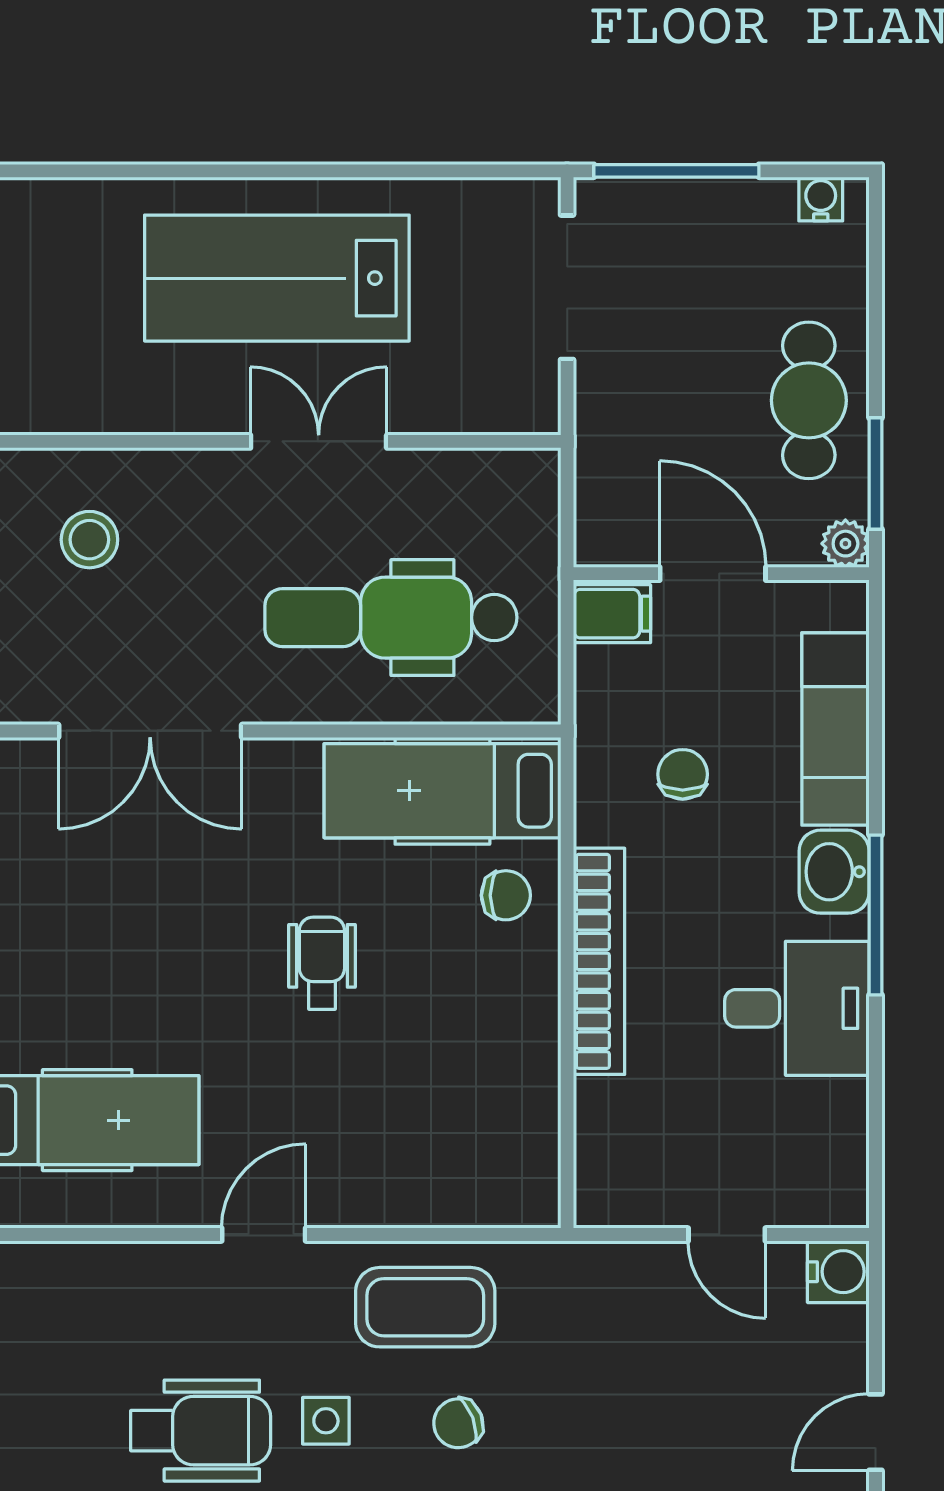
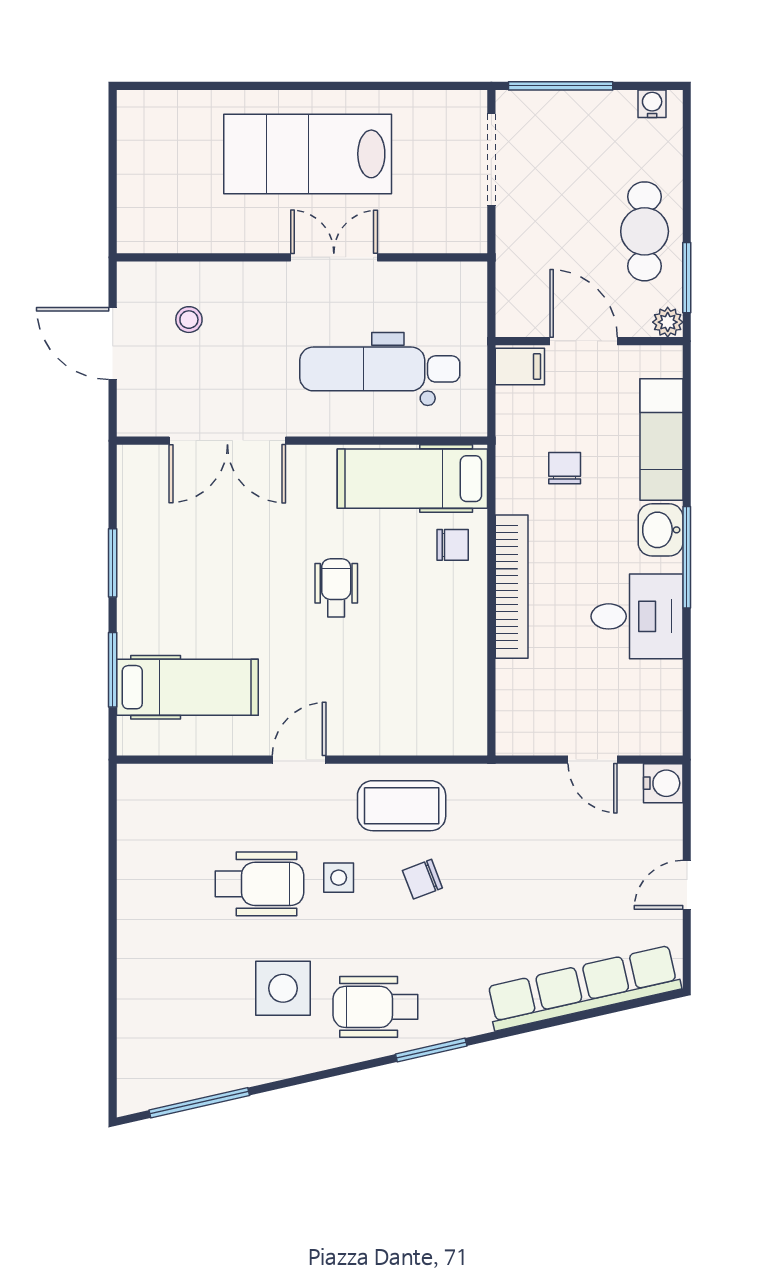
stool: (89, 540) -> (189, 320), width x0.73, depth x0.73

